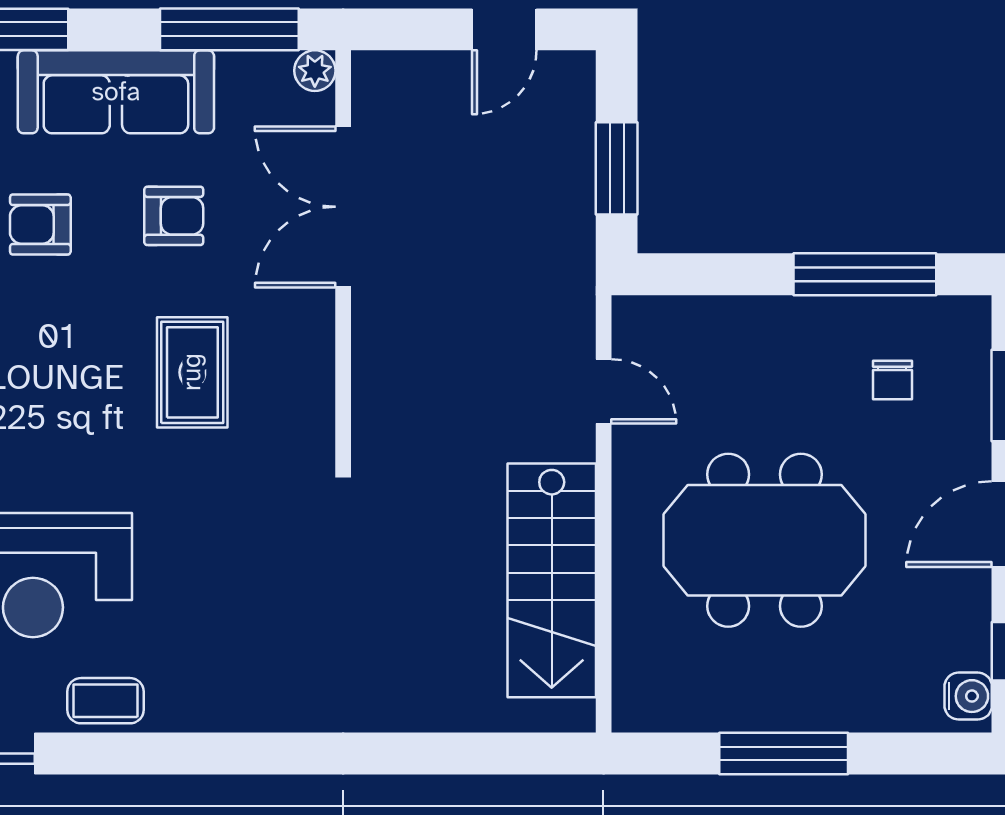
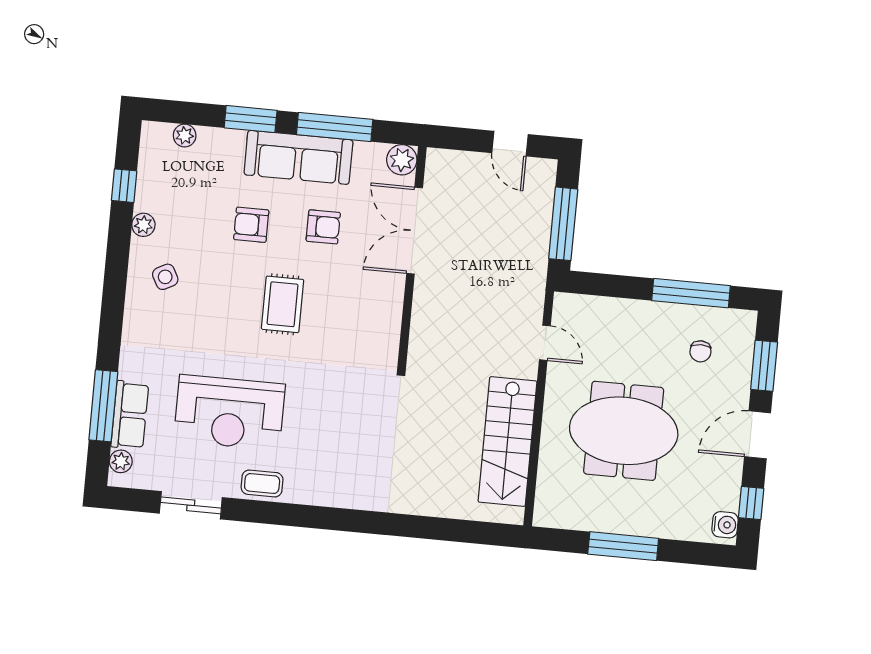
window: (229, 29) -> (335, 127), moved
door: (504, 29) -> (510, 144), hinge flipped
plant: (315, 71) -> (402, 160), width x1.38, depth x1.38
window: (617, 168) -> (563, 224), width x1.44
rug: (192, 372) -> (282, 304), moved

